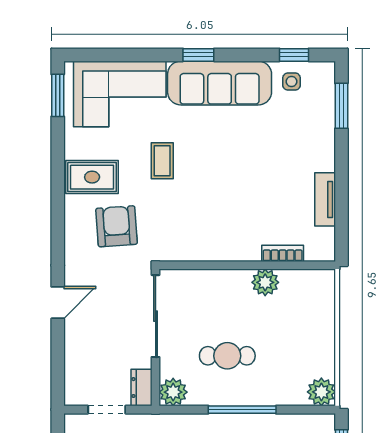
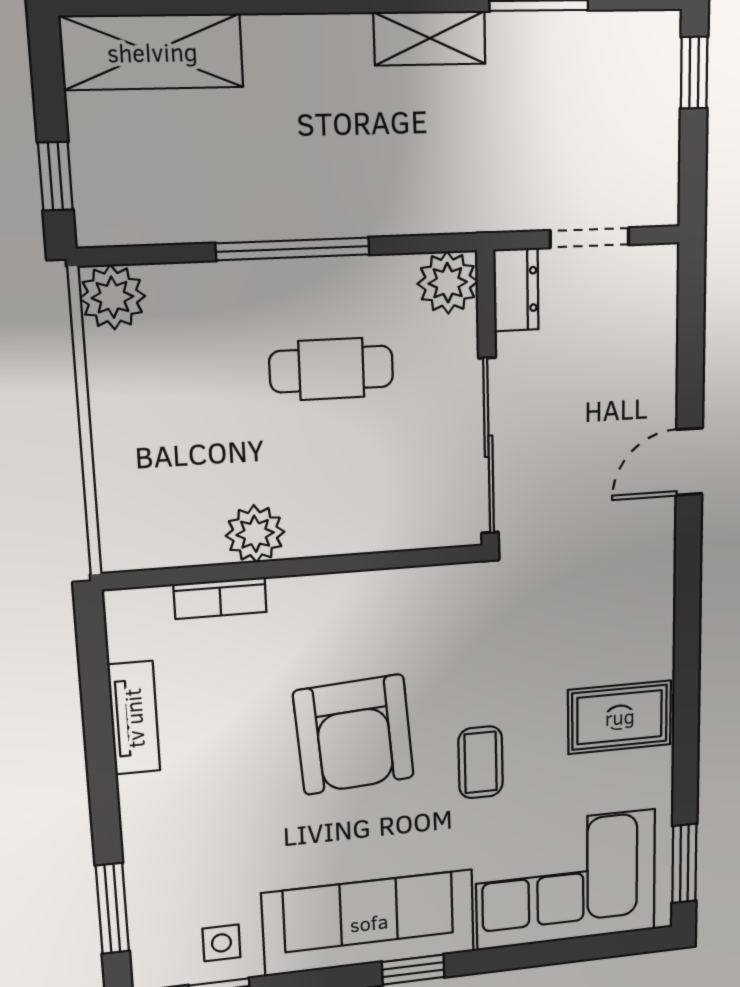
armchair: (117, 226) -> (354, 735), moved, width x1.36, depth x1.36

